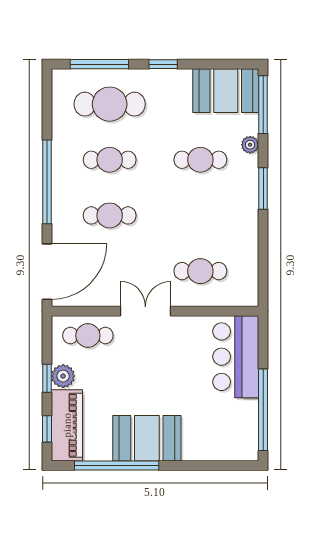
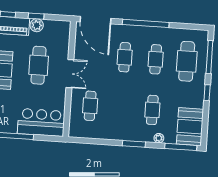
cafe table: (88, 336) -> (39, 65), moved, width x1.37, depth x1.35

